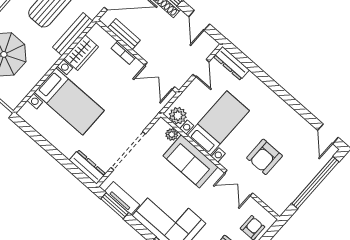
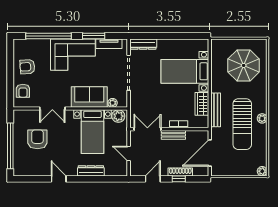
door: (199, 20) -> (153, 179), hinge flipped
bench: (124, 34) -> (173, 135), moved
dresser: (231, 63) -> (91, 171), moved
door: (328, 134) -> (59, 179), moved
armchair: (265, 157) -> (37, 139), moved
double door: (239, 183) -> (52, 109), swing flipped
window: (115, 206) -> (94, 36), moved

